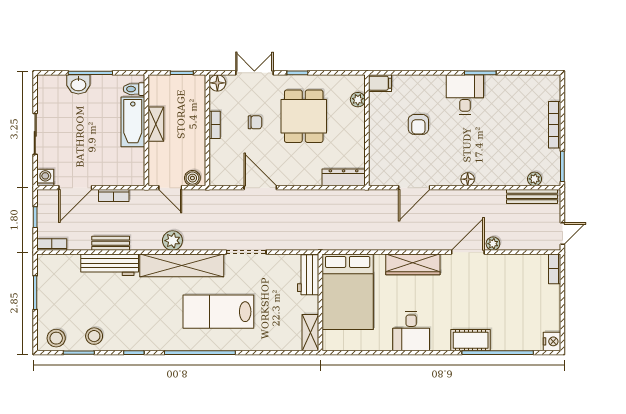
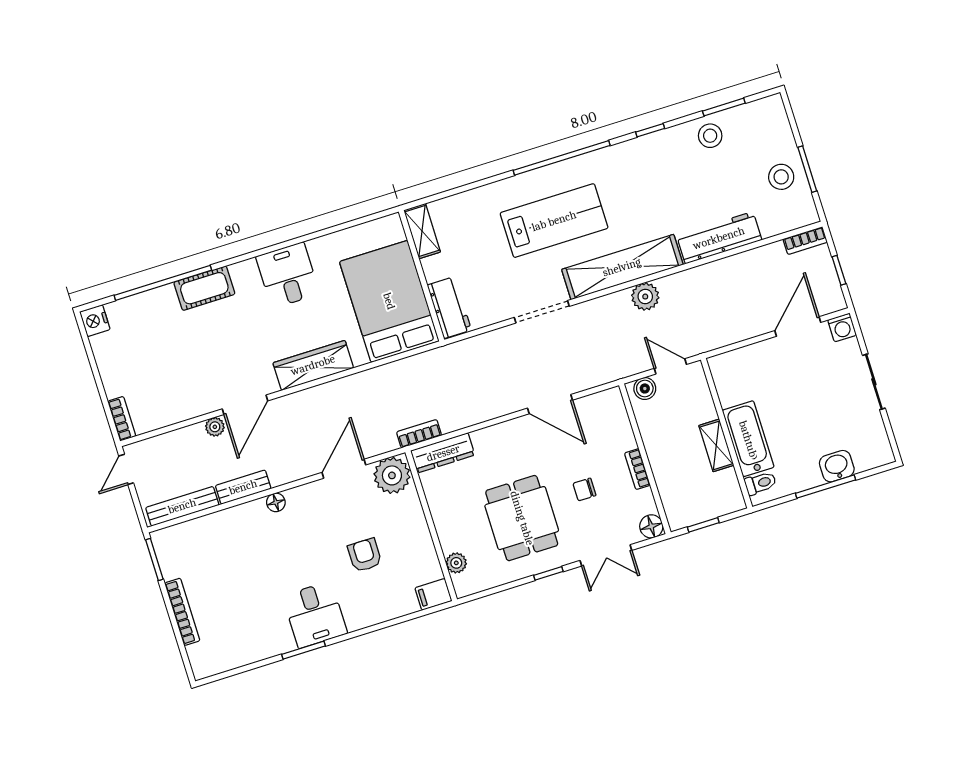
plant: (534, 179) -> (392, 475), moved, width x1.88, depth x1.88
bookcase: (114, 195) -> (419, 434), moved
bench: (111, 243) -> (243, 487), moved
stool: (56, 338) -> (781, 177), moved

